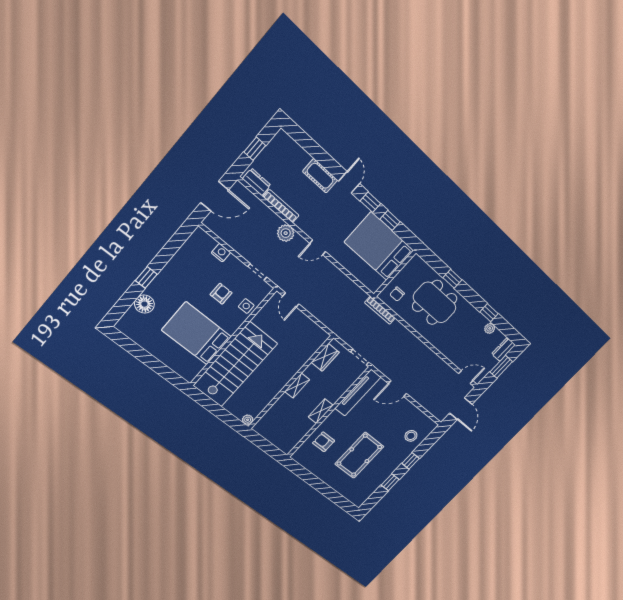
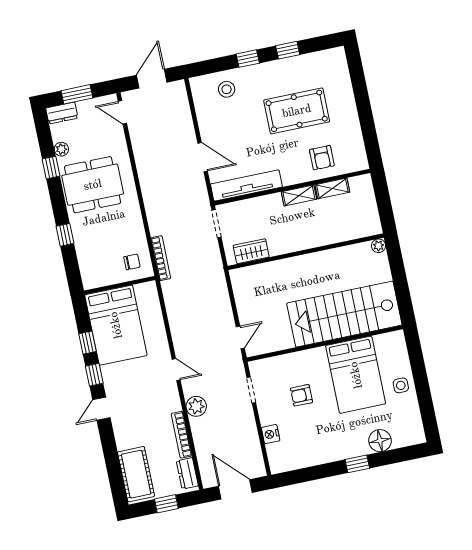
cot: (320, 176) -> (136, 474), moved, width x1.37, depth x1.34
dining table: (435, 302) -> (93, 185), moved, turned 90
side table: (246, 306) -> (401, 385), moved
shelving: (297, 386) -> (332, 188), moved

